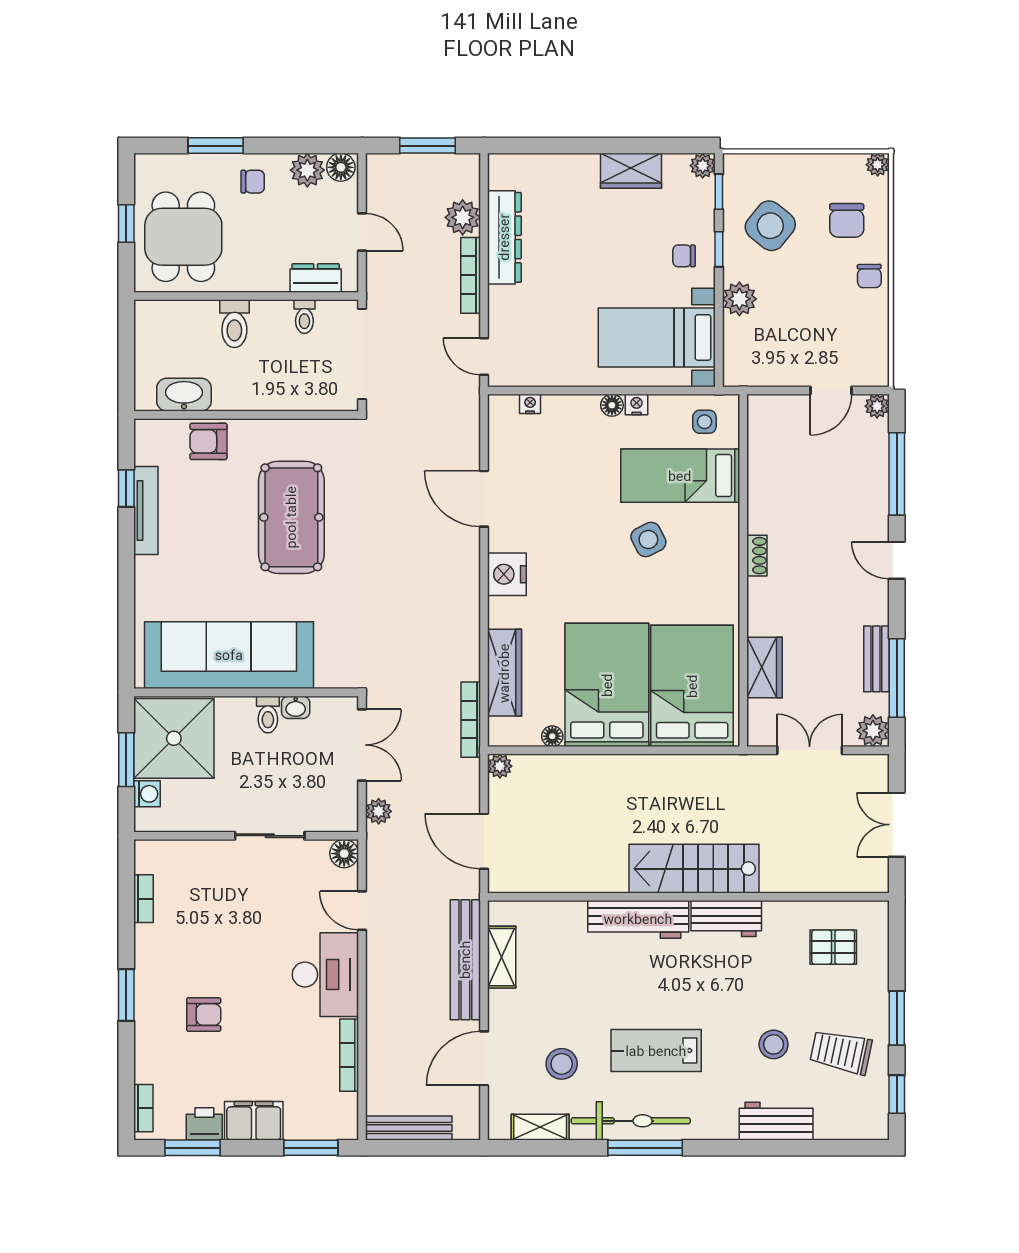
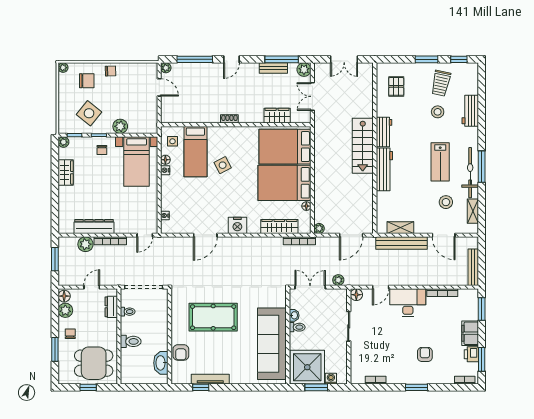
floor lamp: (612, 405) -> (165, 160), moved

